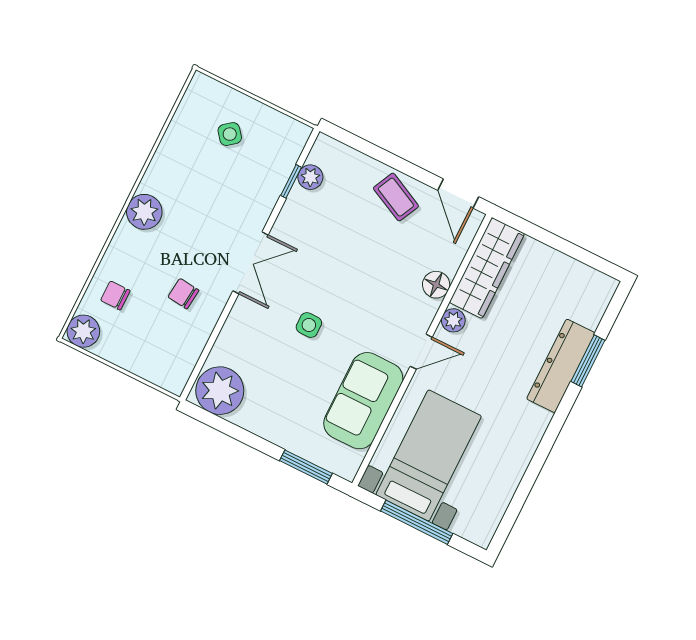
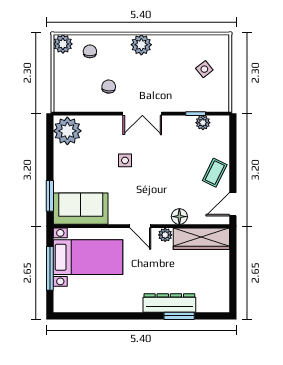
sofa: (363, 401) -> (81, 209), moved

